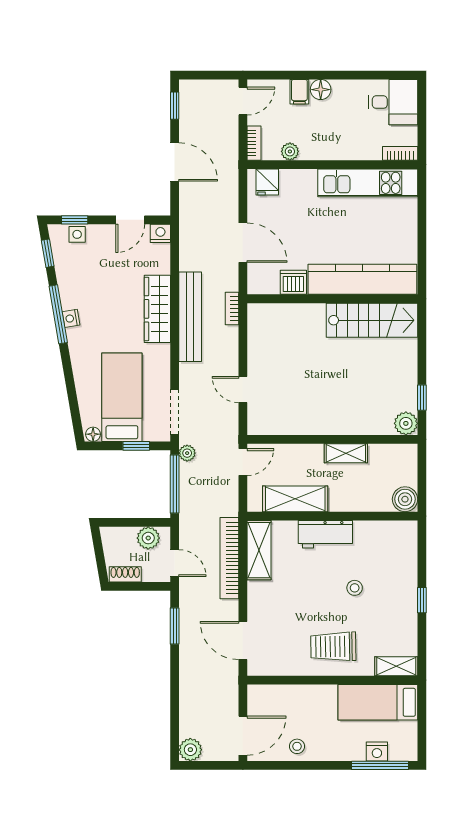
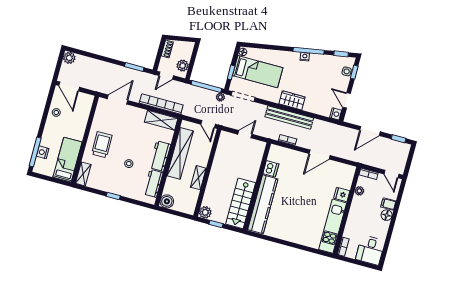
fridge: (267, 182) -> (342, 194), moved
kitchen counter: (362, 279) -> (263, 204), moved
dishwasher: (293, 282) -> (271, 169), moved
wall: (332, 299) -> (257, 186), moved
wardrobe: (157, 309) -> (292, 100), width x0.67
stairs: (372, 320) -> (241, 203), moved
shelving: (295, 499) -> (180, 153), width x1.47
workbench: (379, 533) -> (153, 183), added

